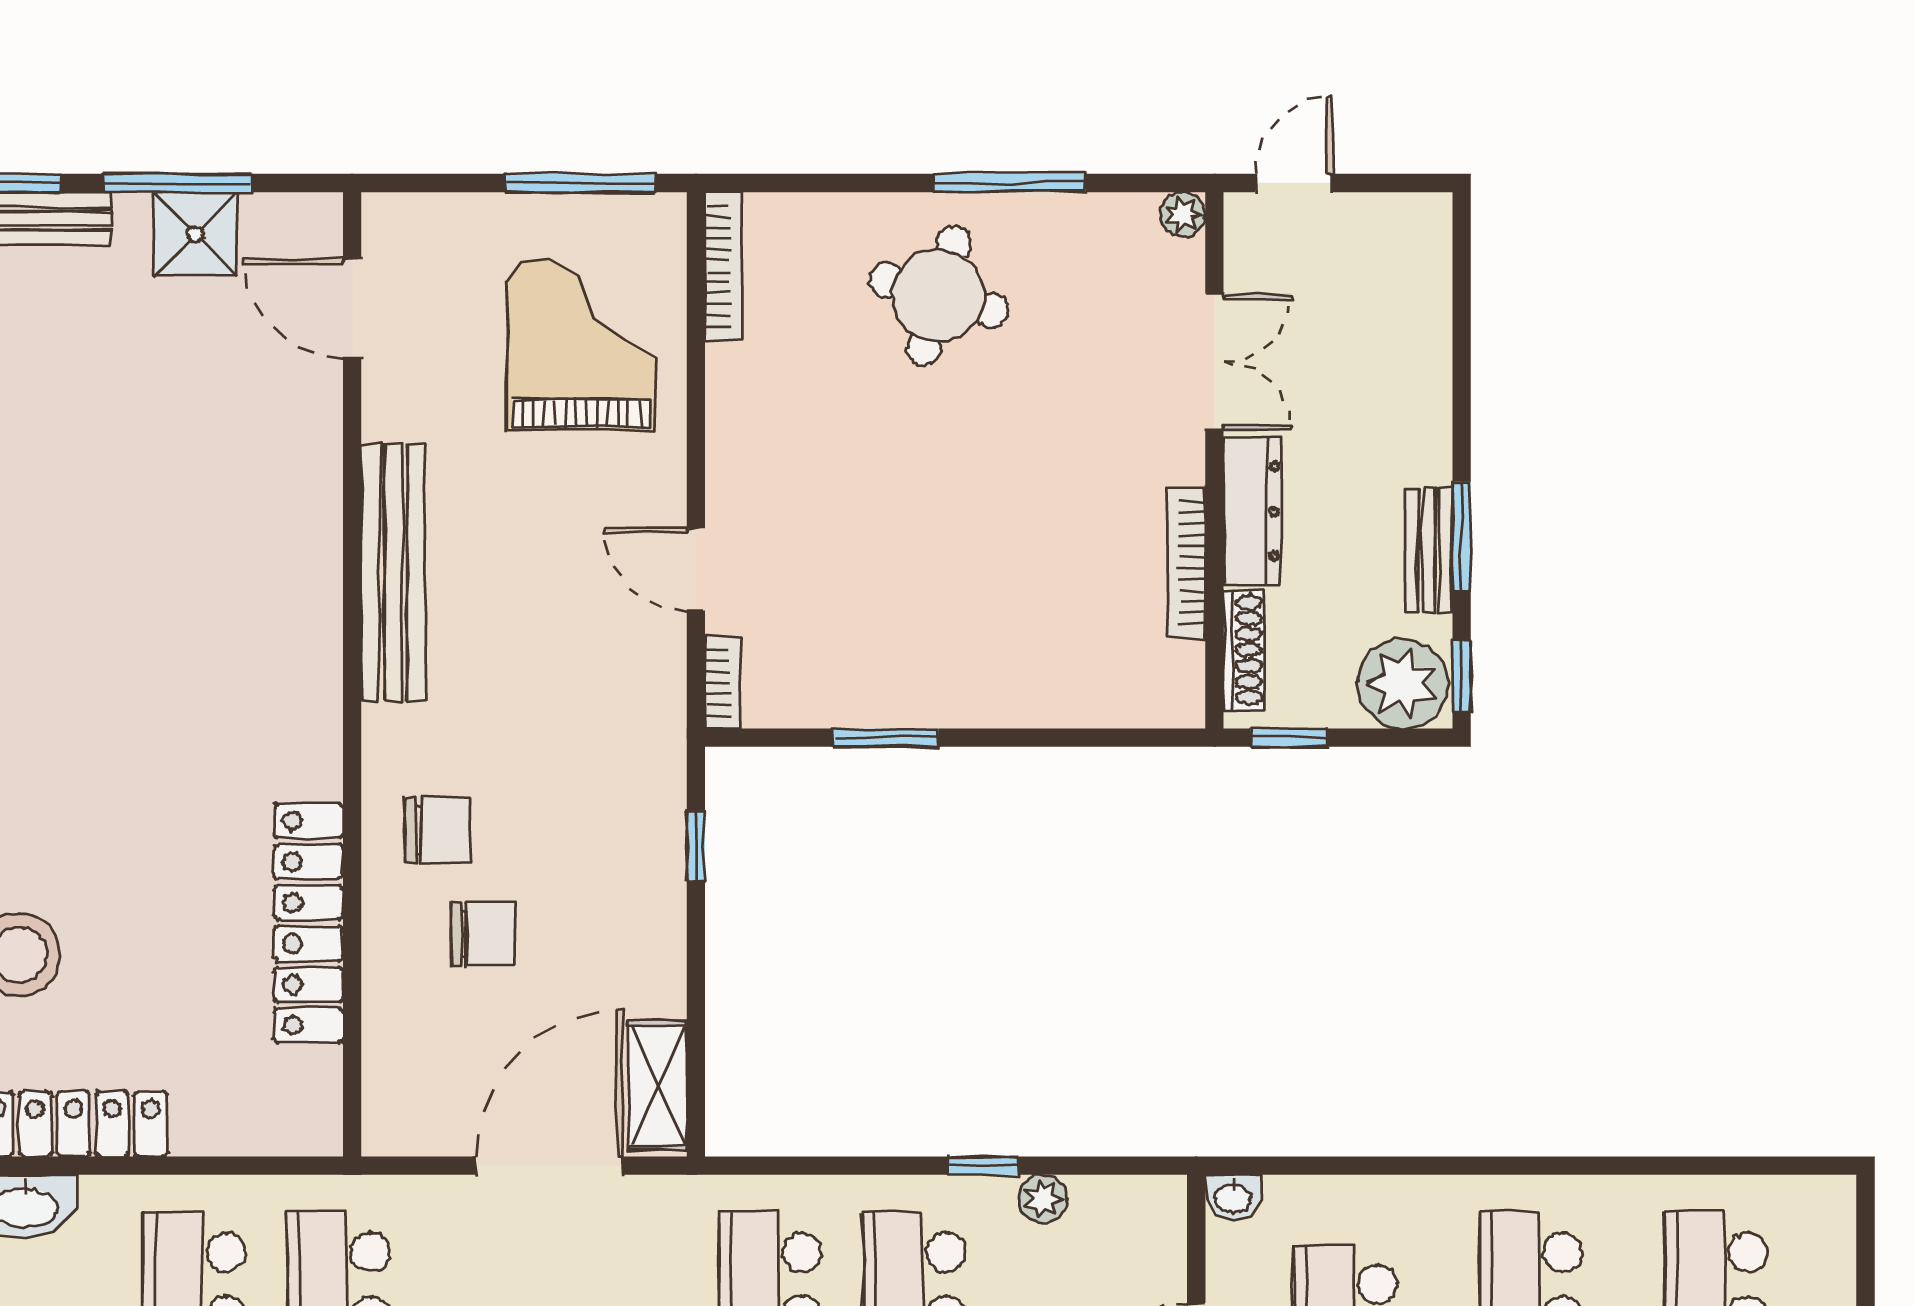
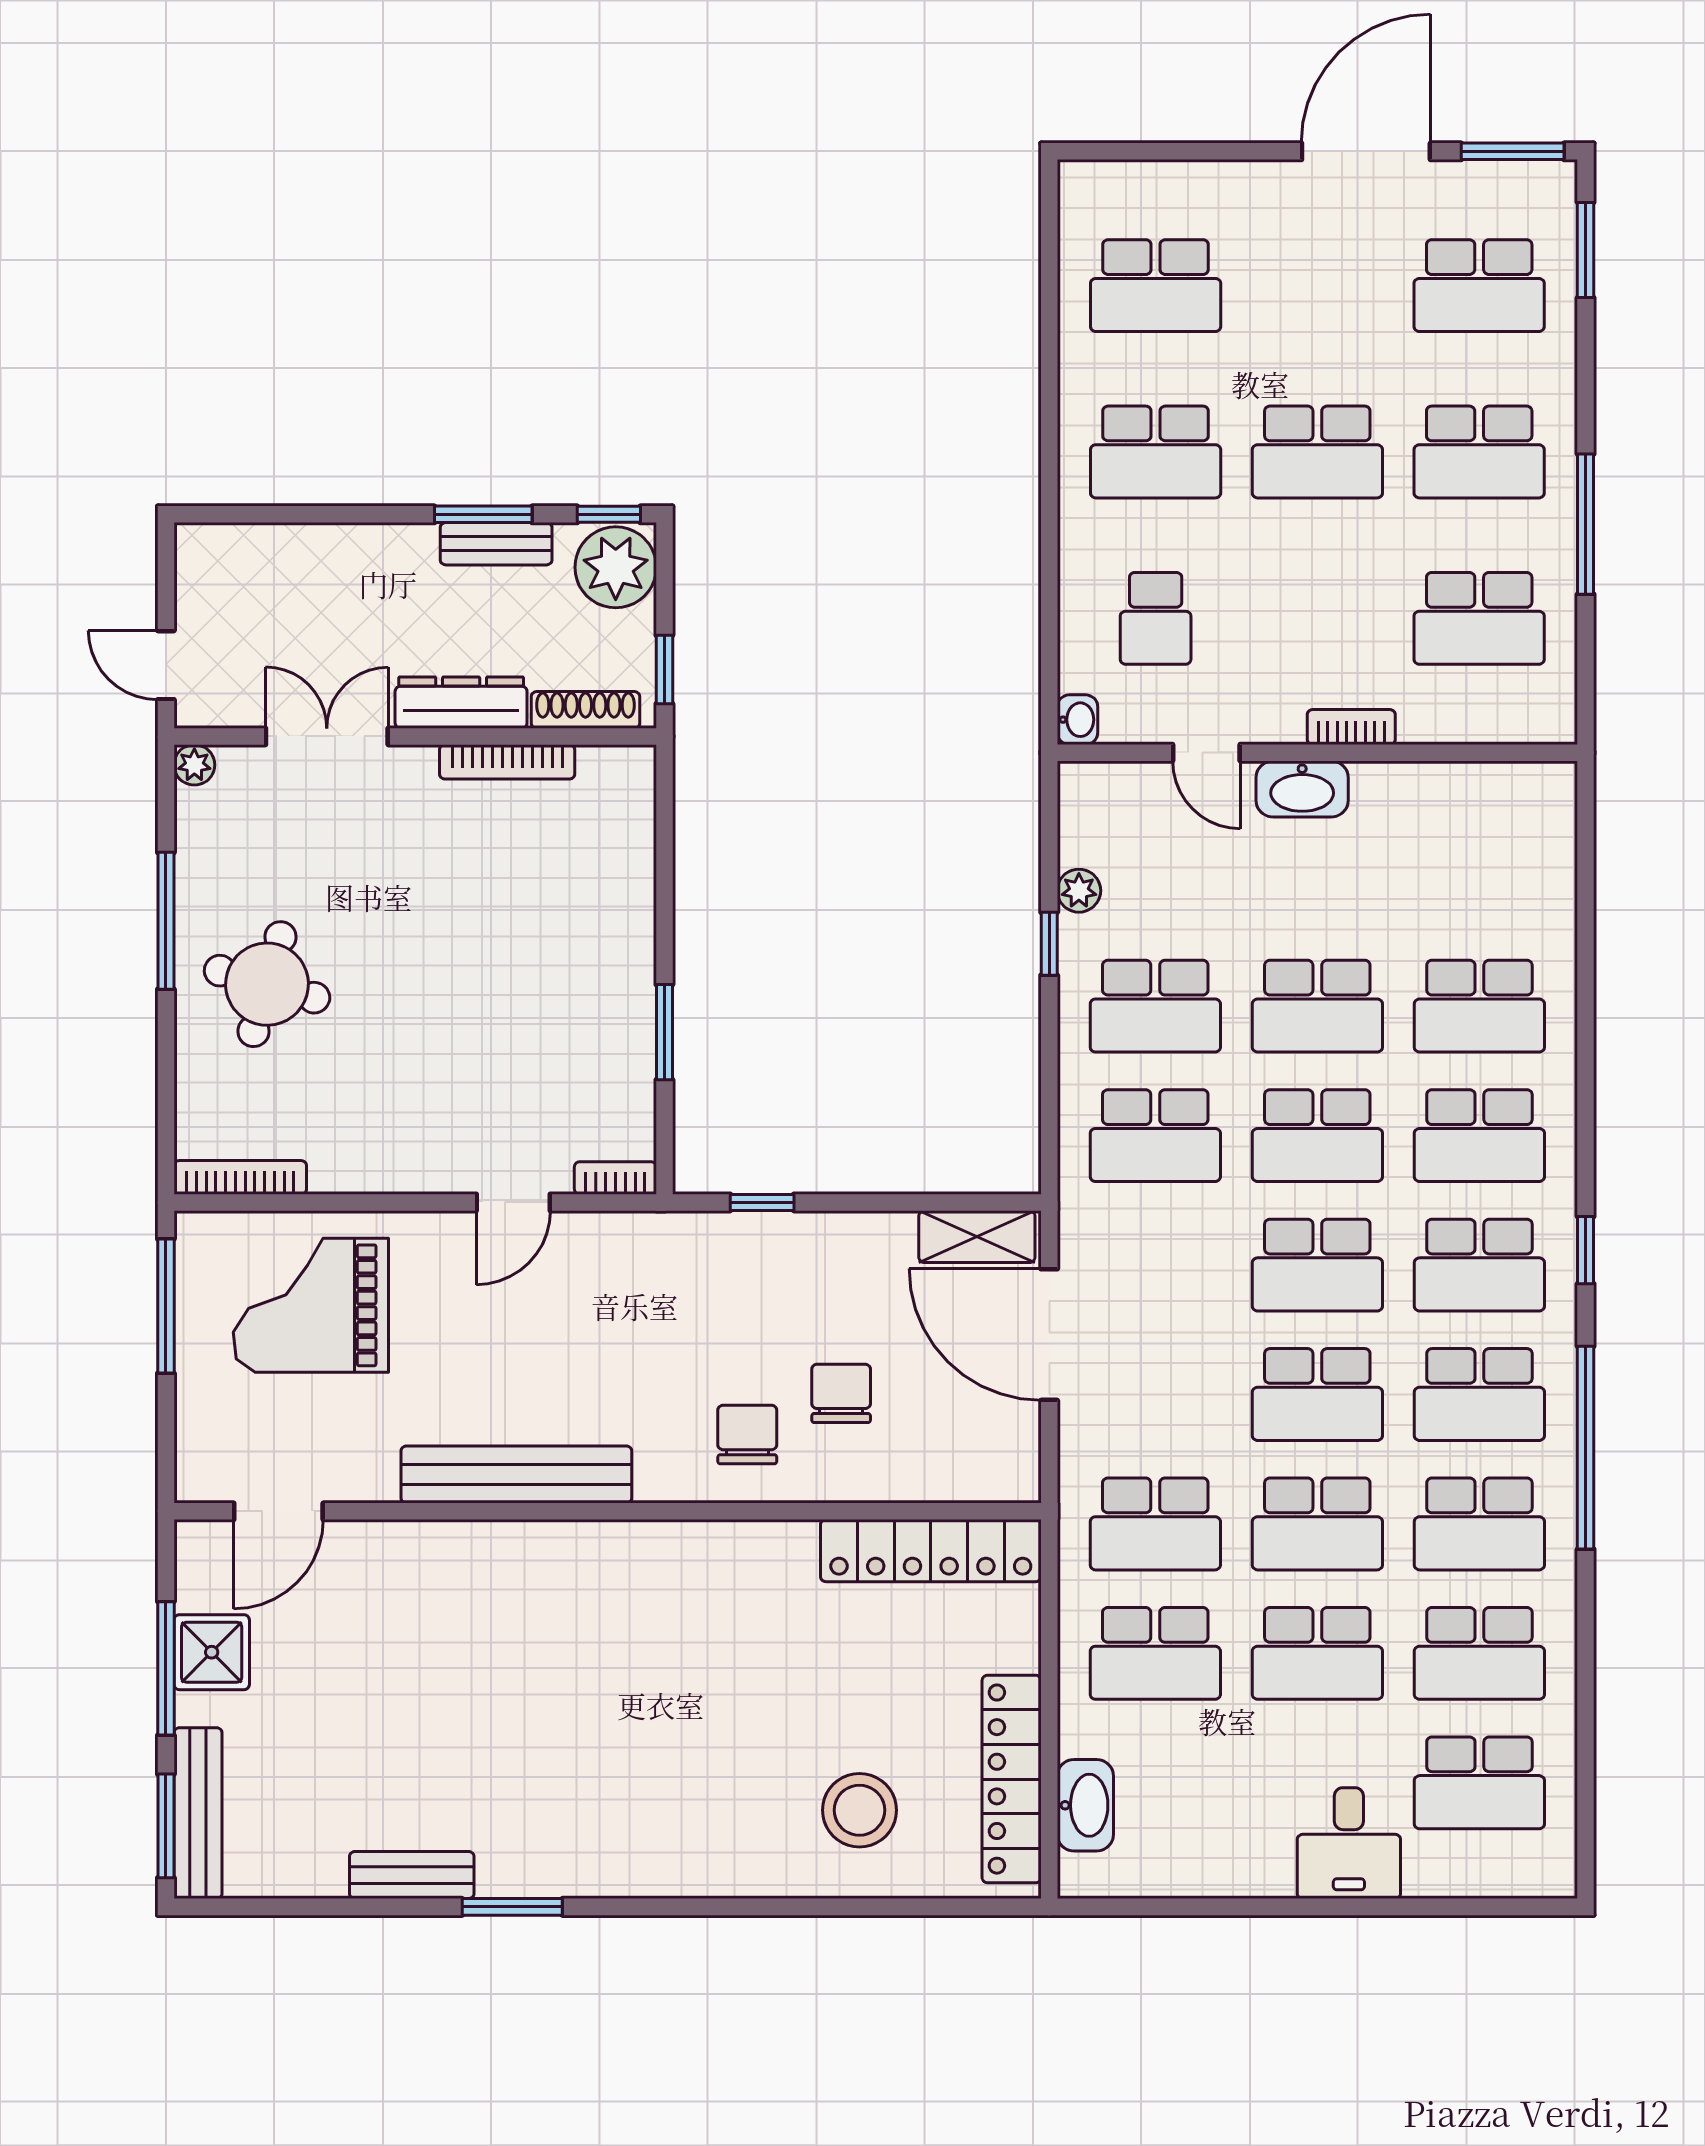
locker: (308, 923) -> (931, 1551), moved

